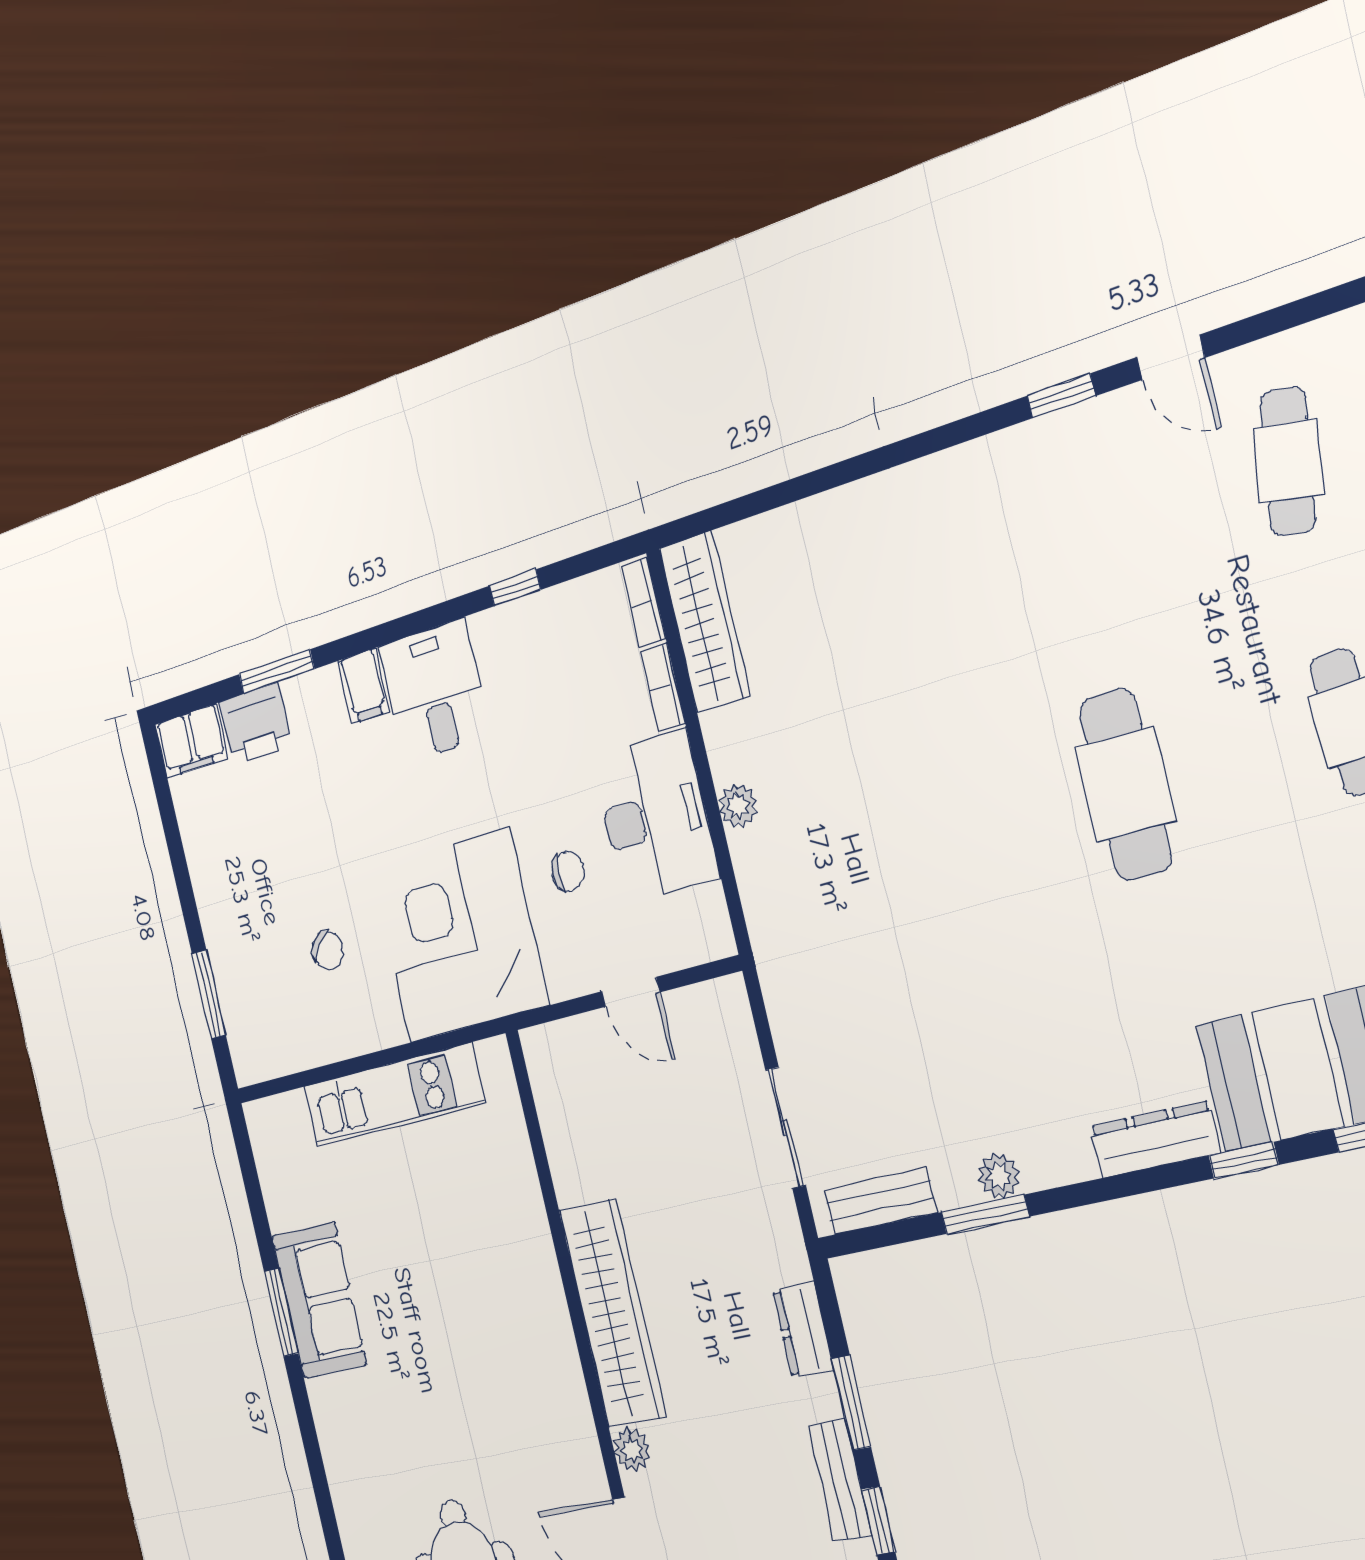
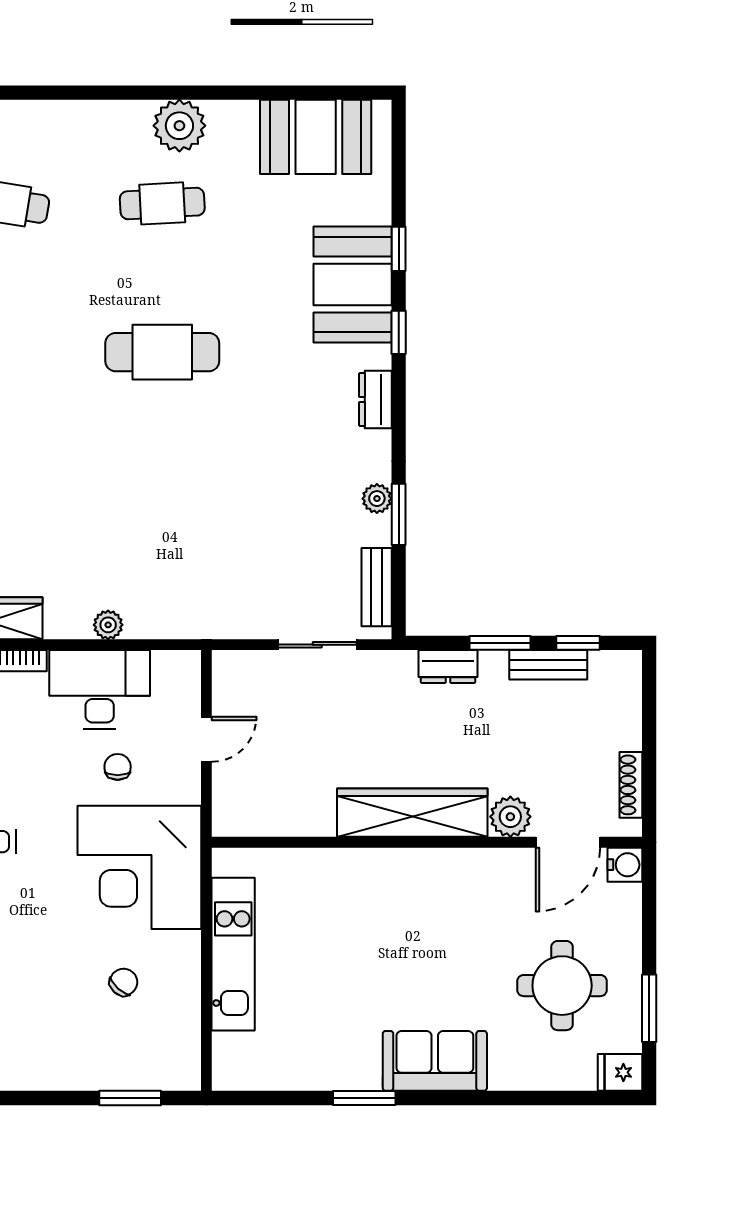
dresser: (1155, 1140) -> (375, 400), width x0.70
sofa: (319, 1300) -> (435, 1061), moved
plant: (632, 1450) -> (510, 817), width x1.38, depth x1.38

